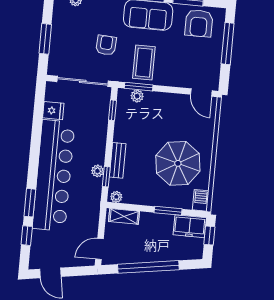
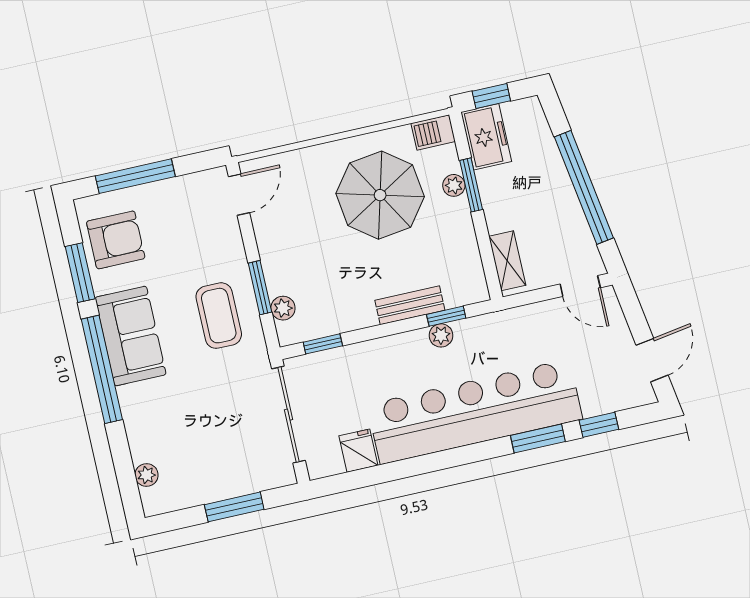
armchair: (106, 45) -> (210, 394), removed
coffee table: (144, 63) -> (219, 316), turned 90
window: (139, 87) -> (260, 288), moved
plant: (116, 197) -> (454, 185), moved

